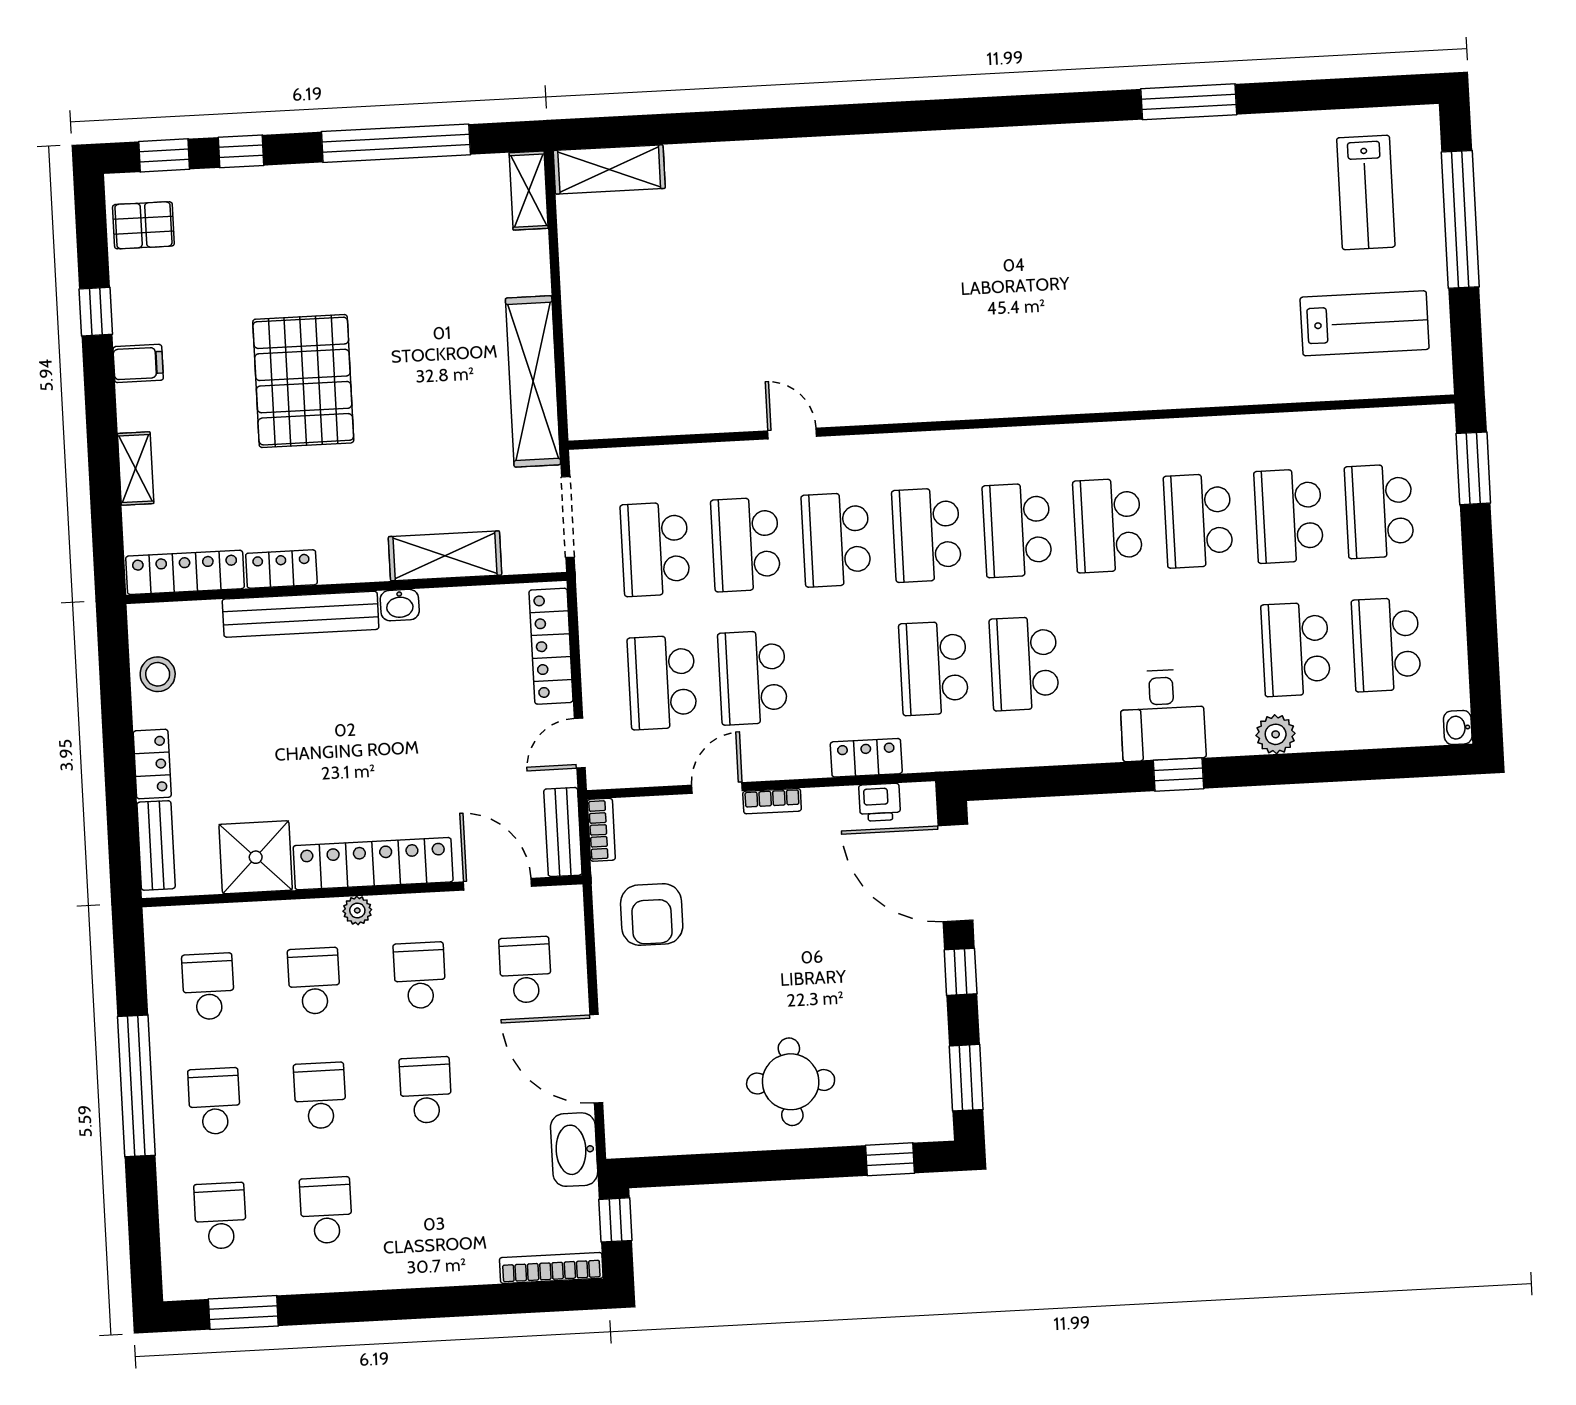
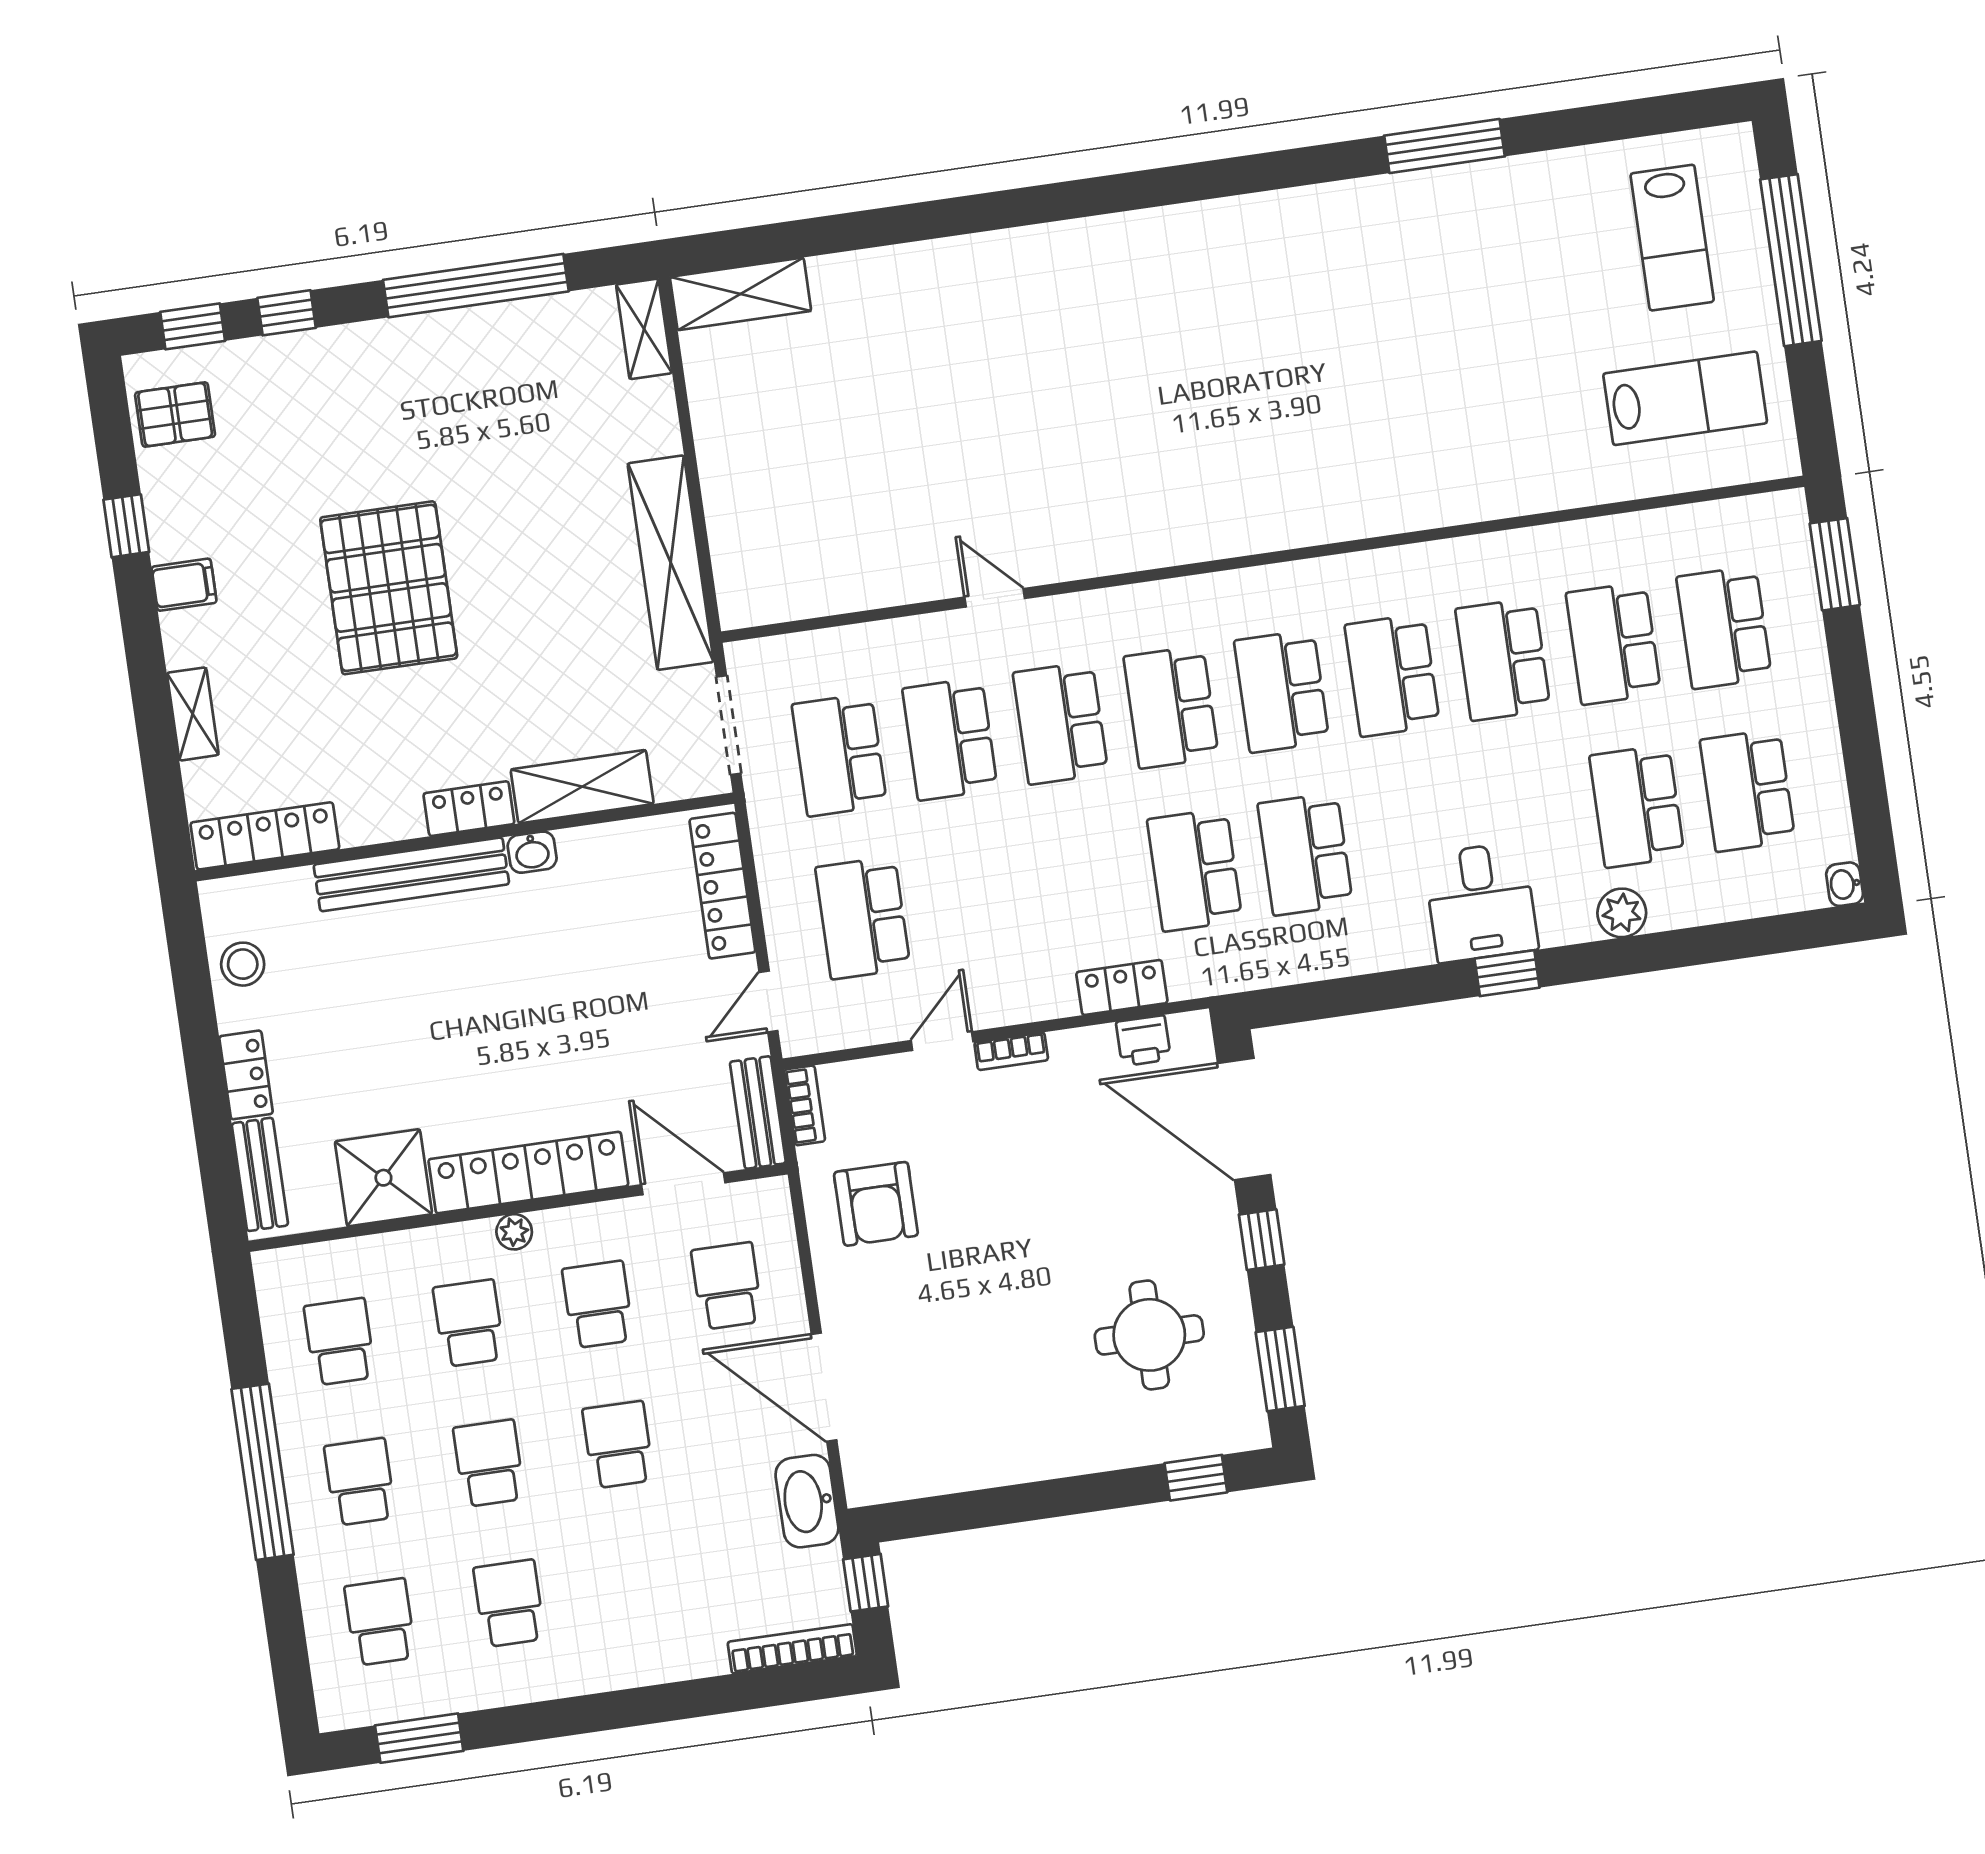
locker: (281, 569) -> (469, 809), moved
school desk: (753, 678) -> (973, 902), removed
round table: (791, 1082) -> (1149, 1335), moved

